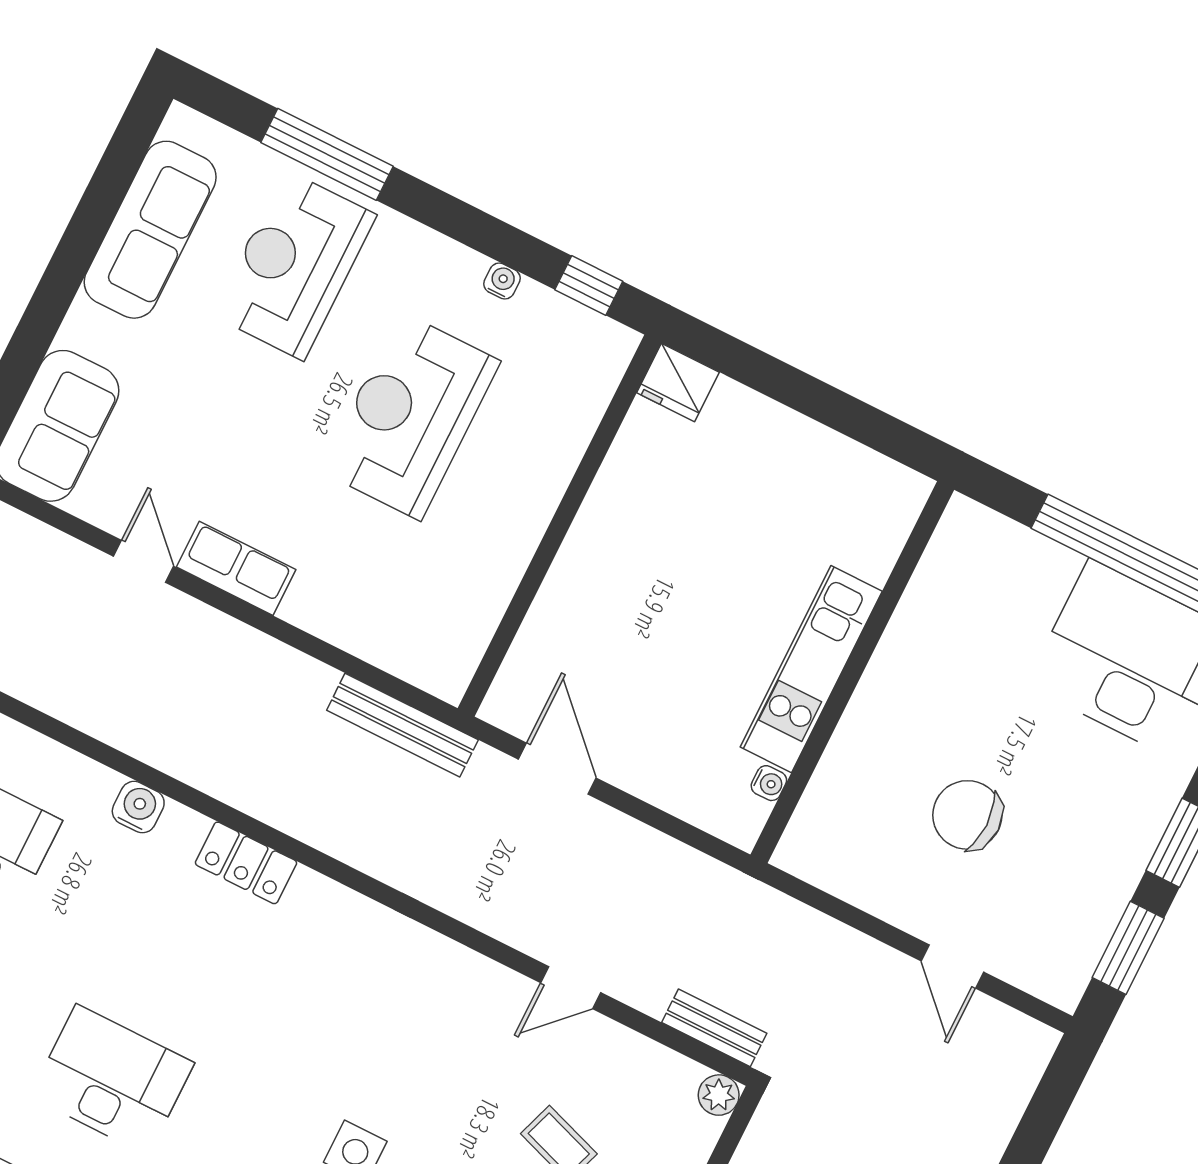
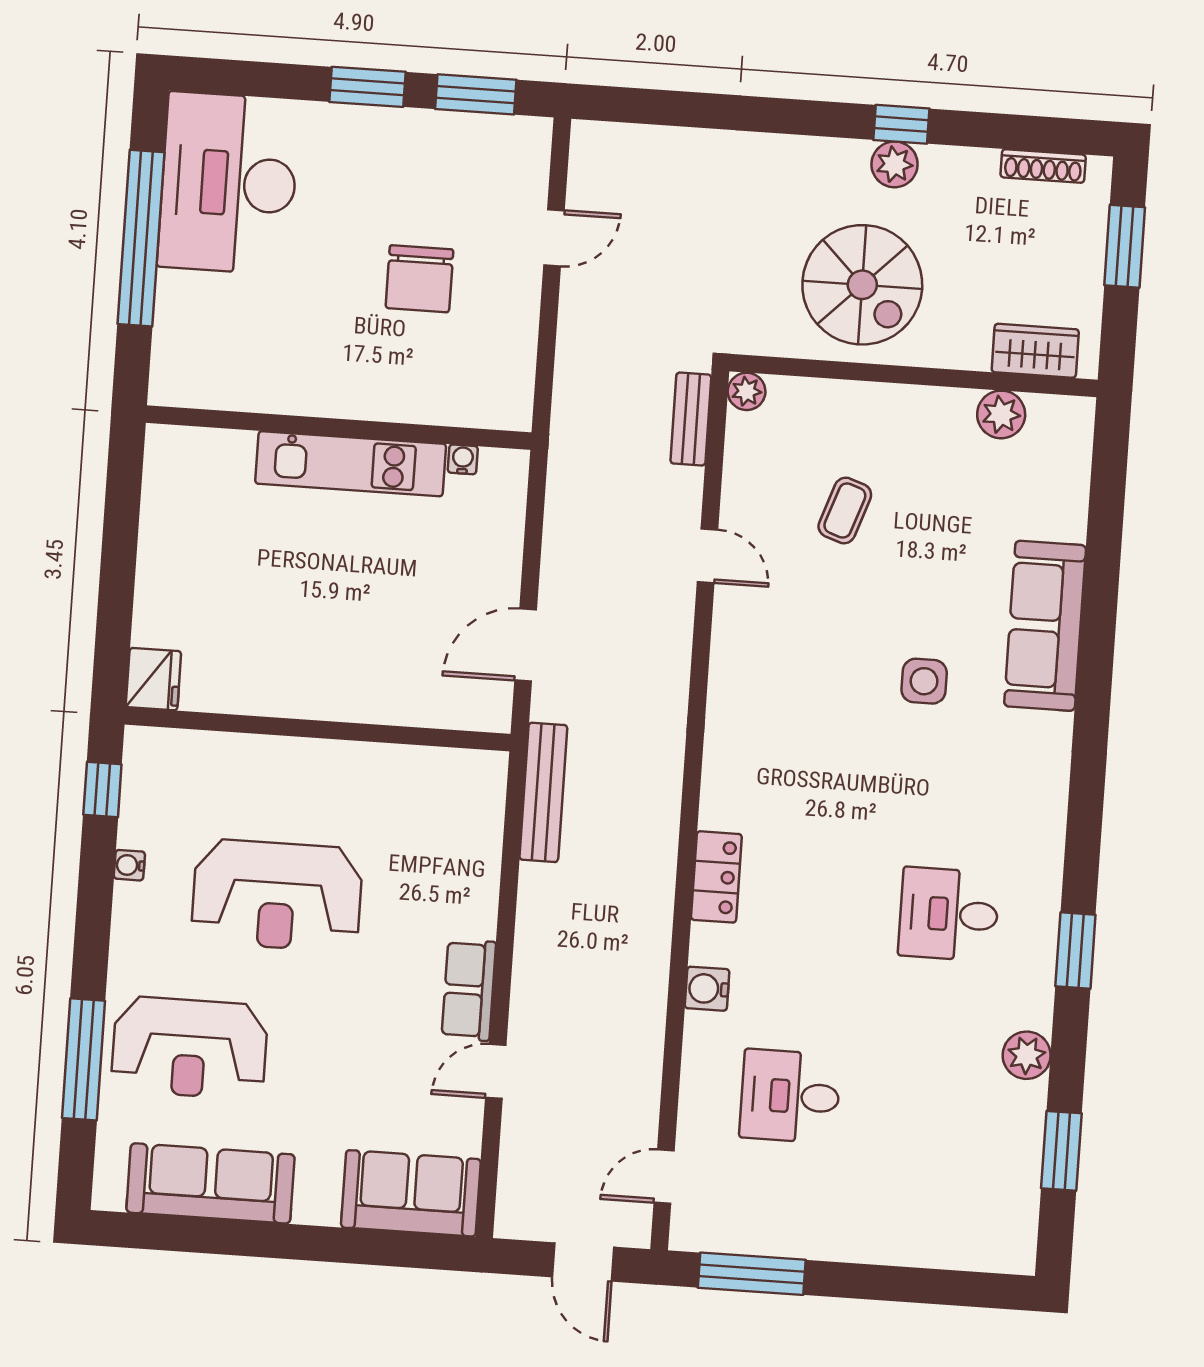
desk: (112, 1080) -> (949, 914), width x0.73

